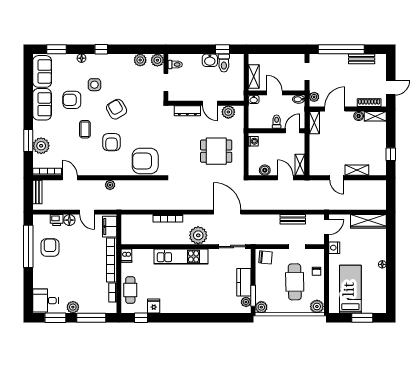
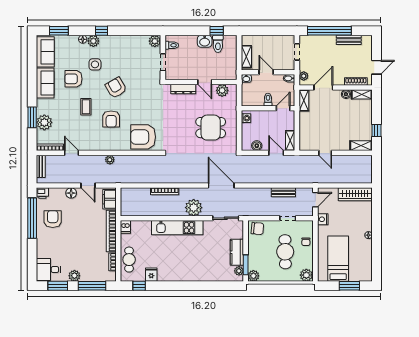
plant: (140, 60) -> (93, 41), moved
shelving: (357, 170) -> (361, 146), moved
printer: (57, 220) -> (42, 193), moved

